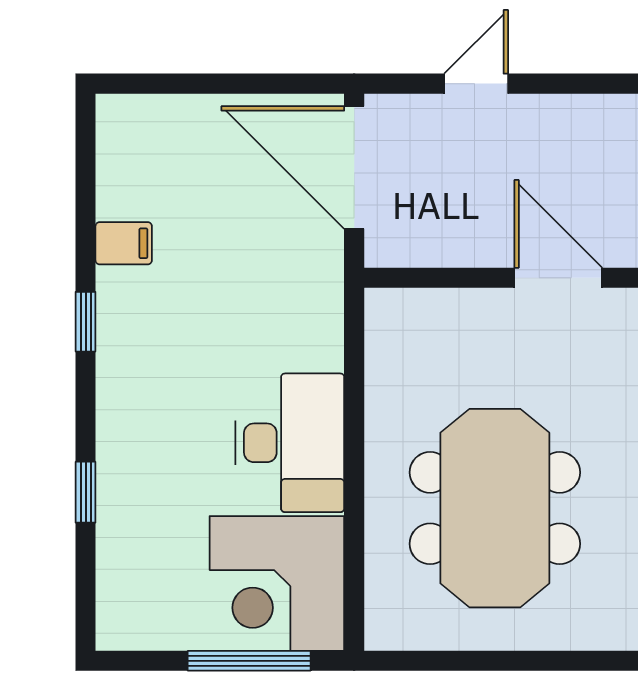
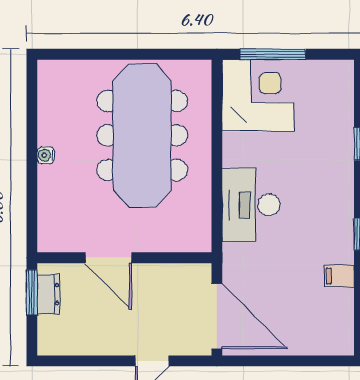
desk: (290, 443) -> (251, 205), moved
meeting table: (495, 508) -> (142, 135), width x1.36

